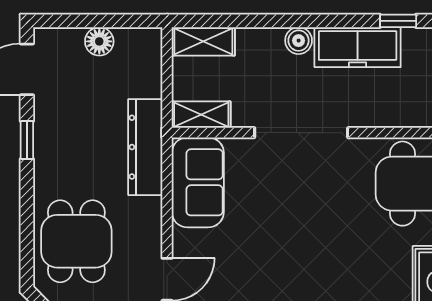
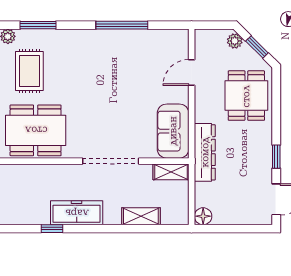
floor lamp: (99, 41) -> (203, 216), moved
shelving: (203, 41) -> (141, 216), moved
boiler: (299, 41) -> (112, 217), removed

